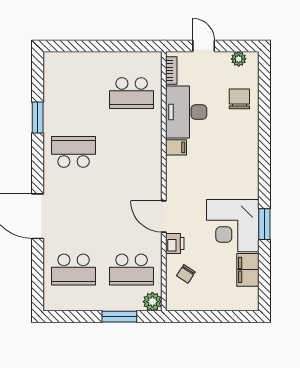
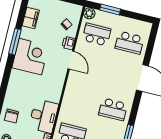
filing cabinet: (176, 147) -> (54, 97), removed
window: (264, 224) -> (15, 42), width x1.44
corner desk: (233, 226) -> (30, 57), moved
school desk: (74, 269) -> (130, 43), turned 180

